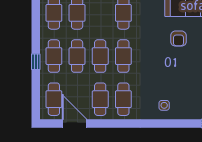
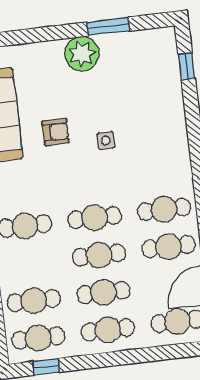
window: (36, 62) -> (46, 367), moved
side table: (164, 105) -> (106, 141), moved

